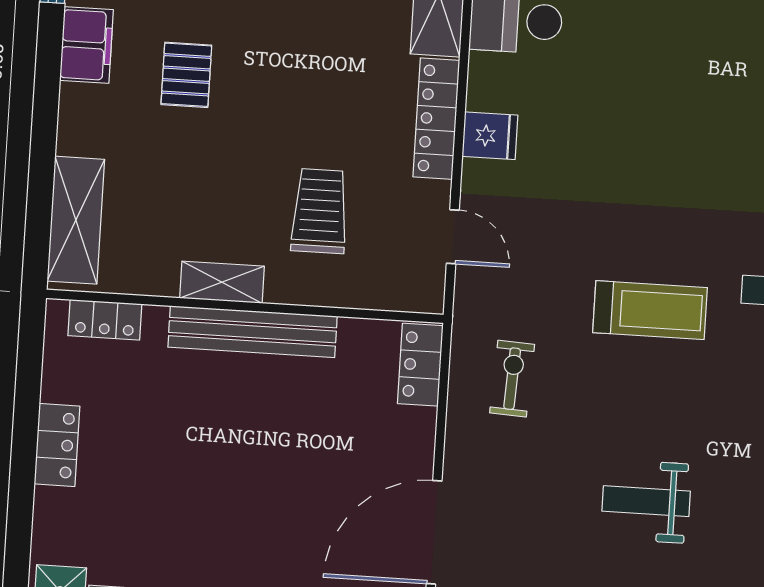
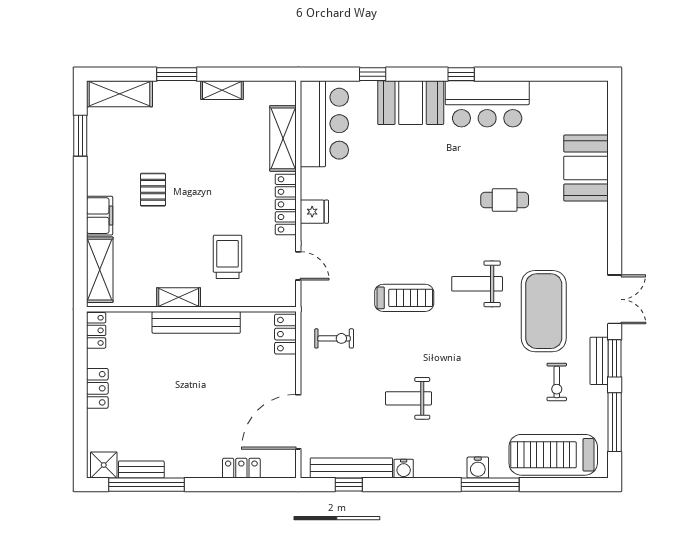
filing cabinet: (86, 45) -> (100, 216), moved
locker: (105, 320) -> (96, 330), moved, turned -90
exercise bike: (512, 379) -> (334, 338), turned 87

